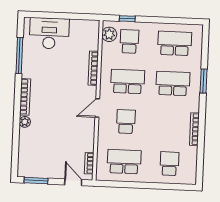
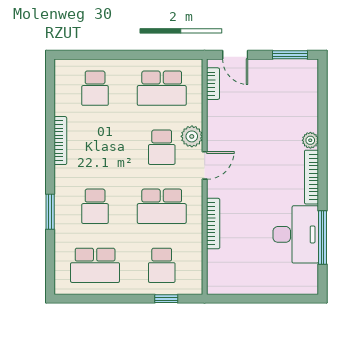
desk: (49, 33) -> (296, 234), moved, turned -90
plant: (109, 34) -> (192, 136), moved
school desk: (173, 83) -> (95, 206), width x0.54

